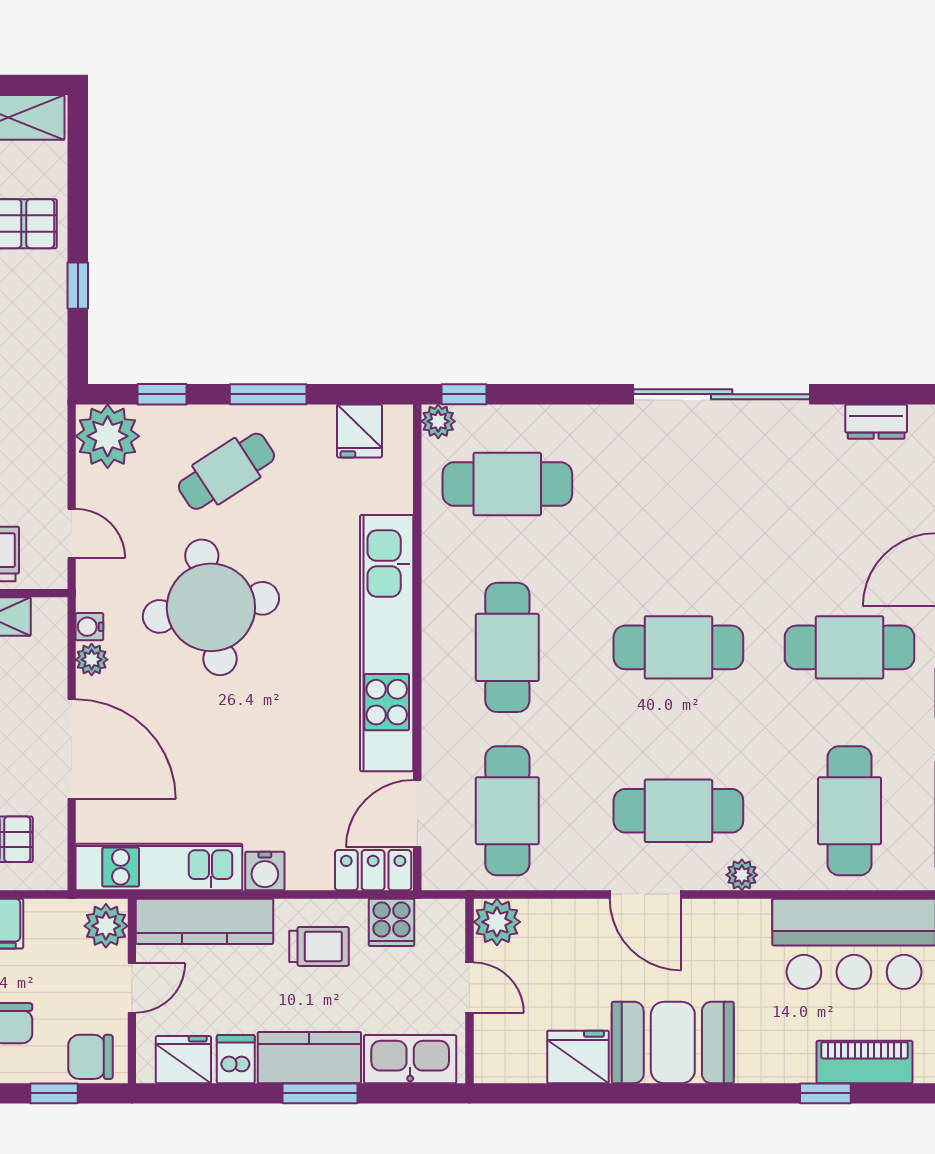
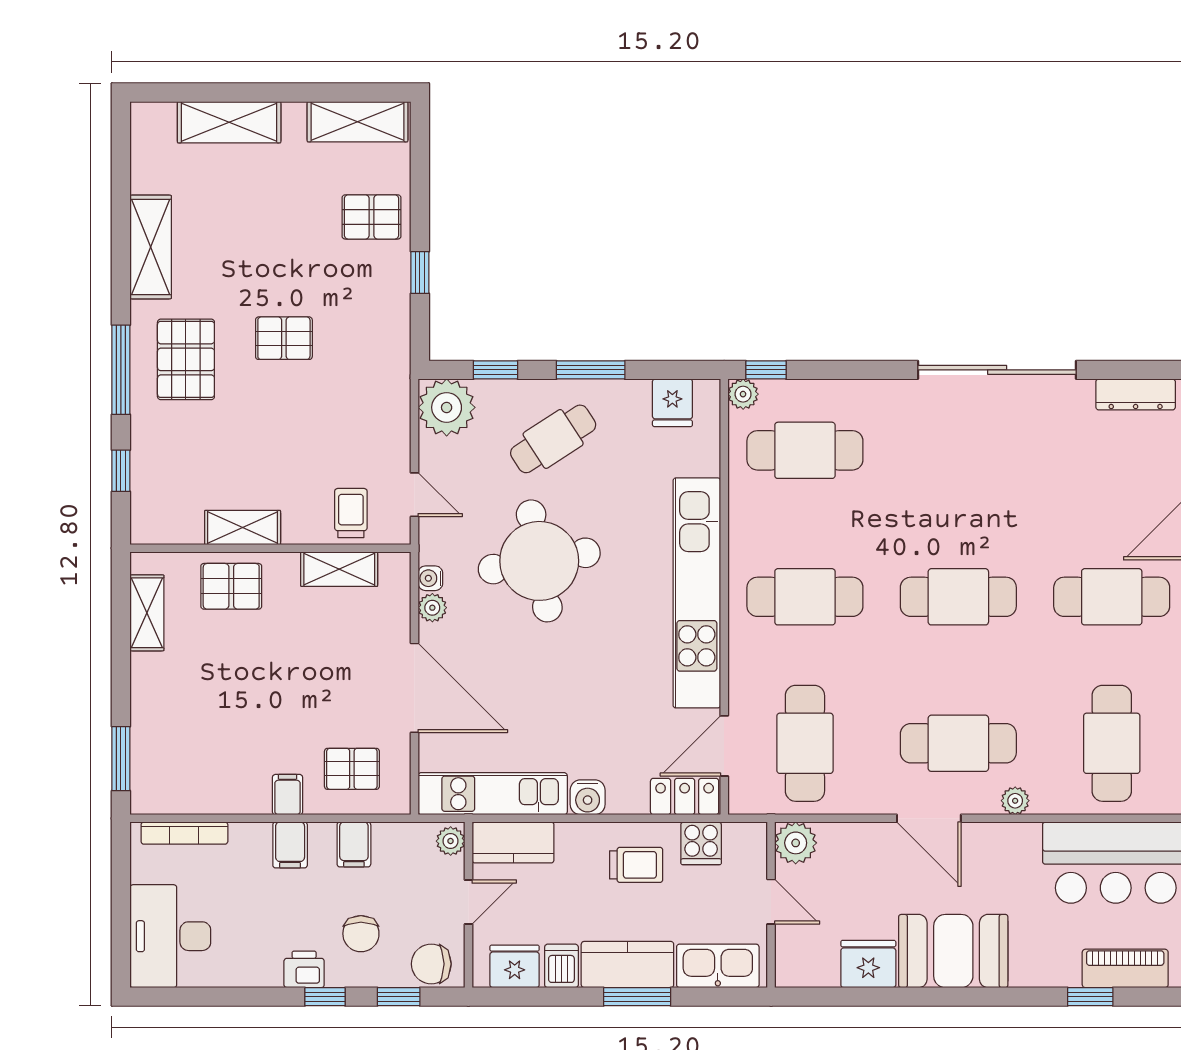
dresser: (876, 422) -> (1136, 394), width x1.44
cafe table: (507, 647) -> (805, 597), turned 90
kitchen counter: (205, 921) -> (513, 842), width x0.67
plant: (106, 926) -> (451, 841), width x0.73, depth x0.73

